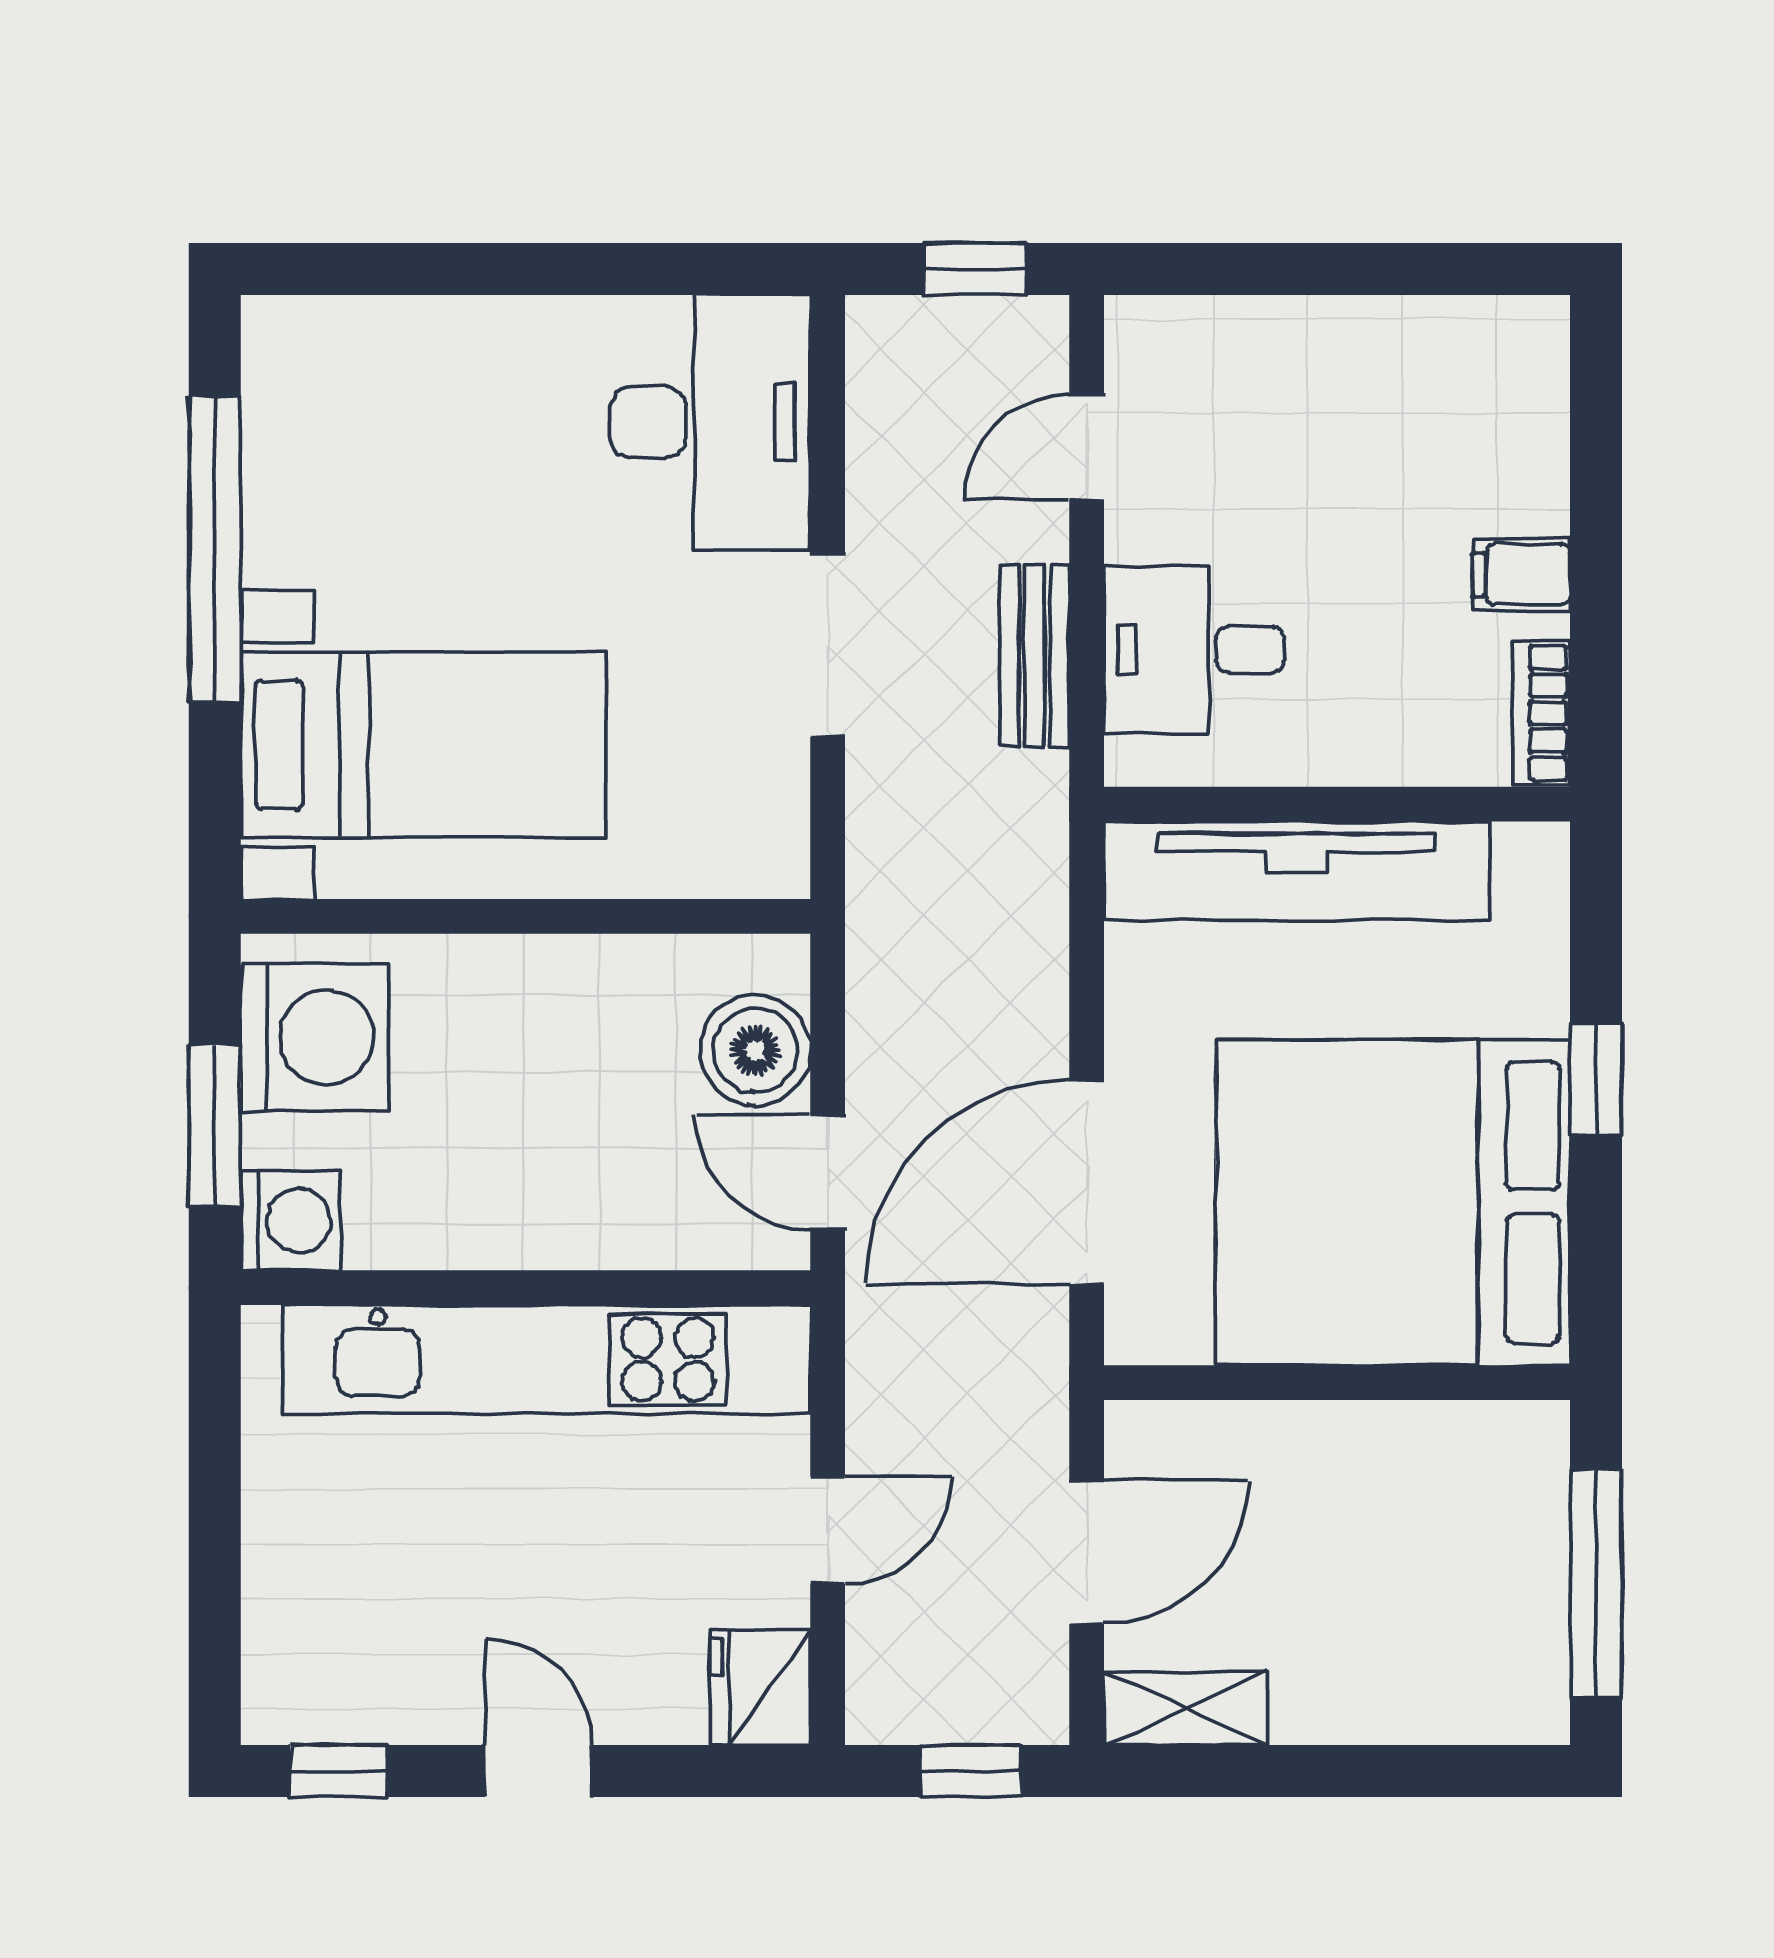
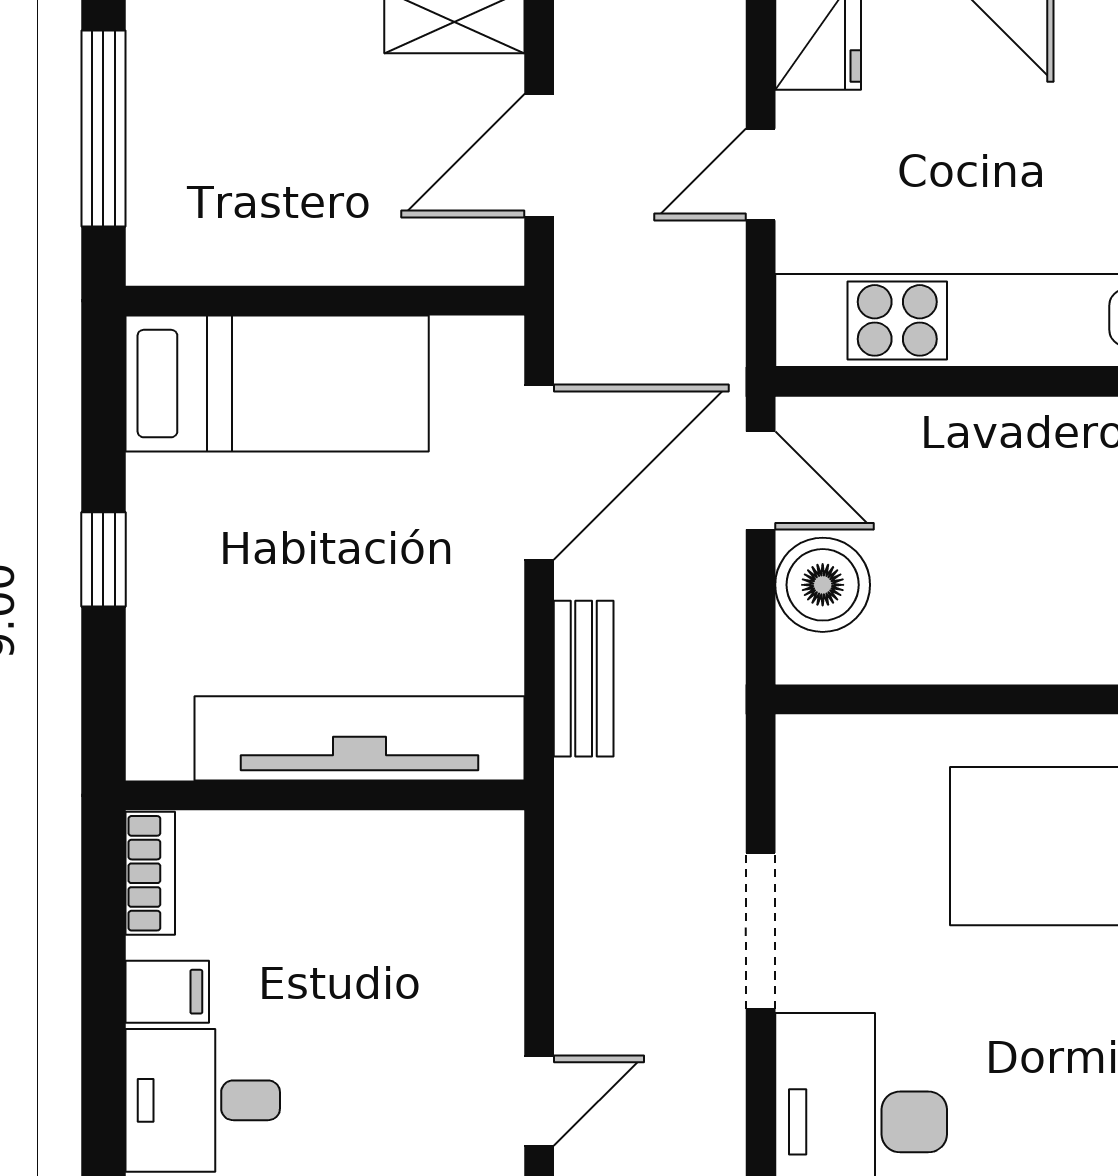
desk: (1194, 650) -> (203, 1100), moved, turned 180
bench: (1035, 656) -> (584, 679), moved
bed: (1393, 1202) -> (277, 384), width x0.49

